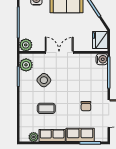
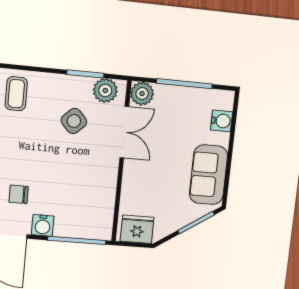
double door: (59, 52) -> (124, 132), moved
water cooler: (102, 59) -> (43, 225), moved
coffee table: (46, 108) -> (16, 94), moved

